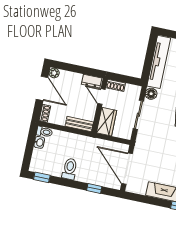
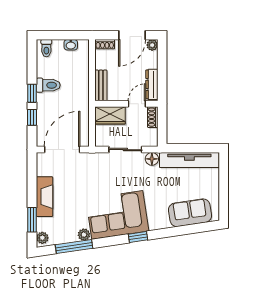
dresser: (92, 81) -> (152, 84), width x1.44
toilet: (44, 132) -> (46, 48), moved
window: (42, 177) -> (32, 93), moved

